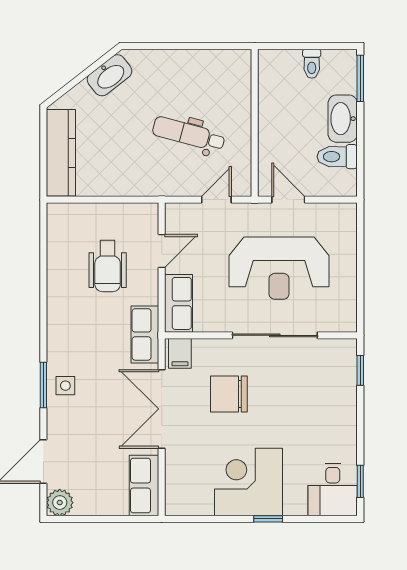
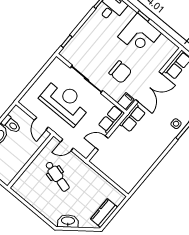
kitchen counter: (61, 153) -> (104, 213), width x0.67
wheelchair: (108, 266) -> (125, 154), removed

